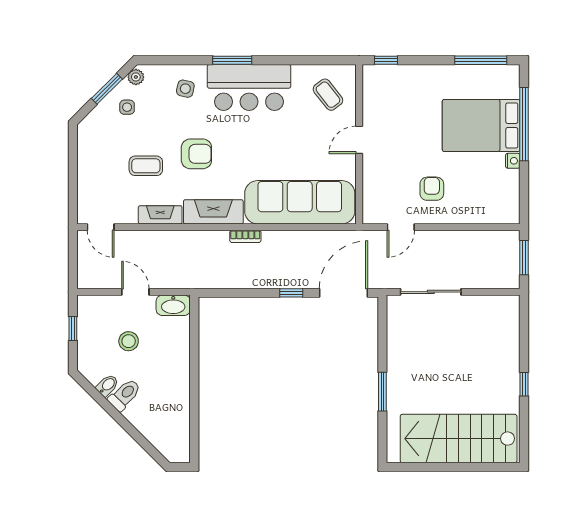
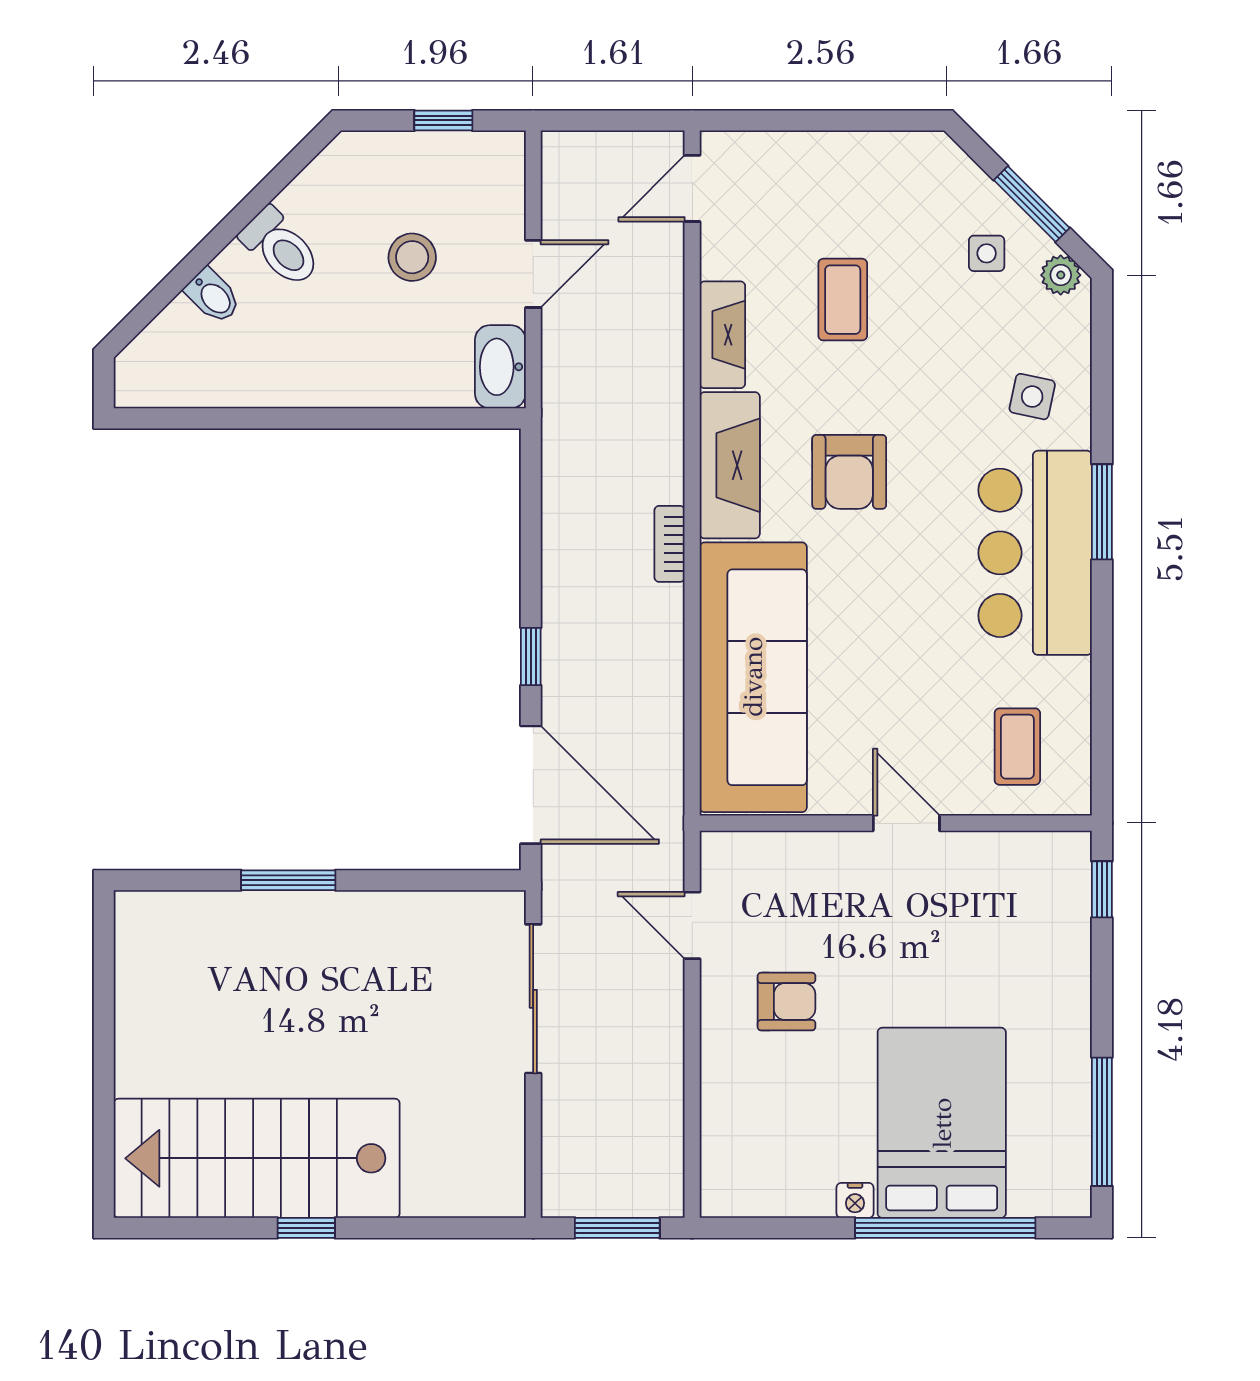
coffee table: (328, 95) -> (1017, 747), turned -52
armchair: (196, 154) -> (849, 472), moved
bidet: (107, 385) -> (213, 296), moved
stairs: (459, 439) -> (257, 1158), moved, turned -90

